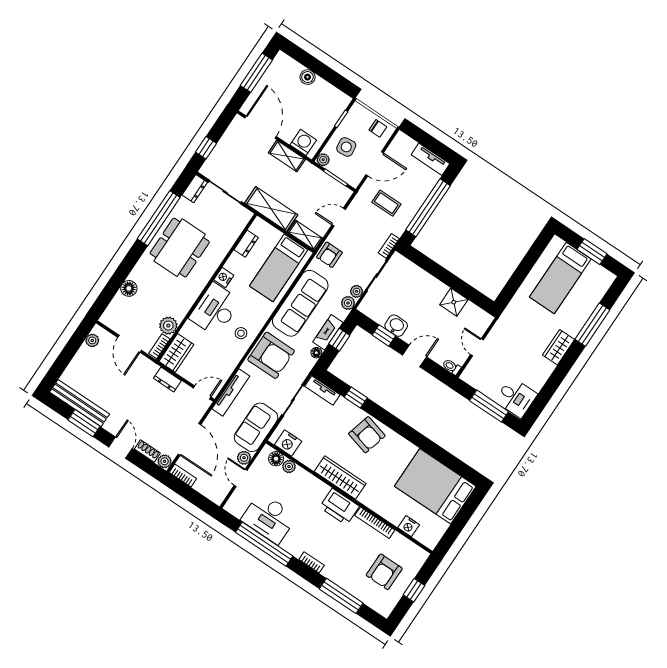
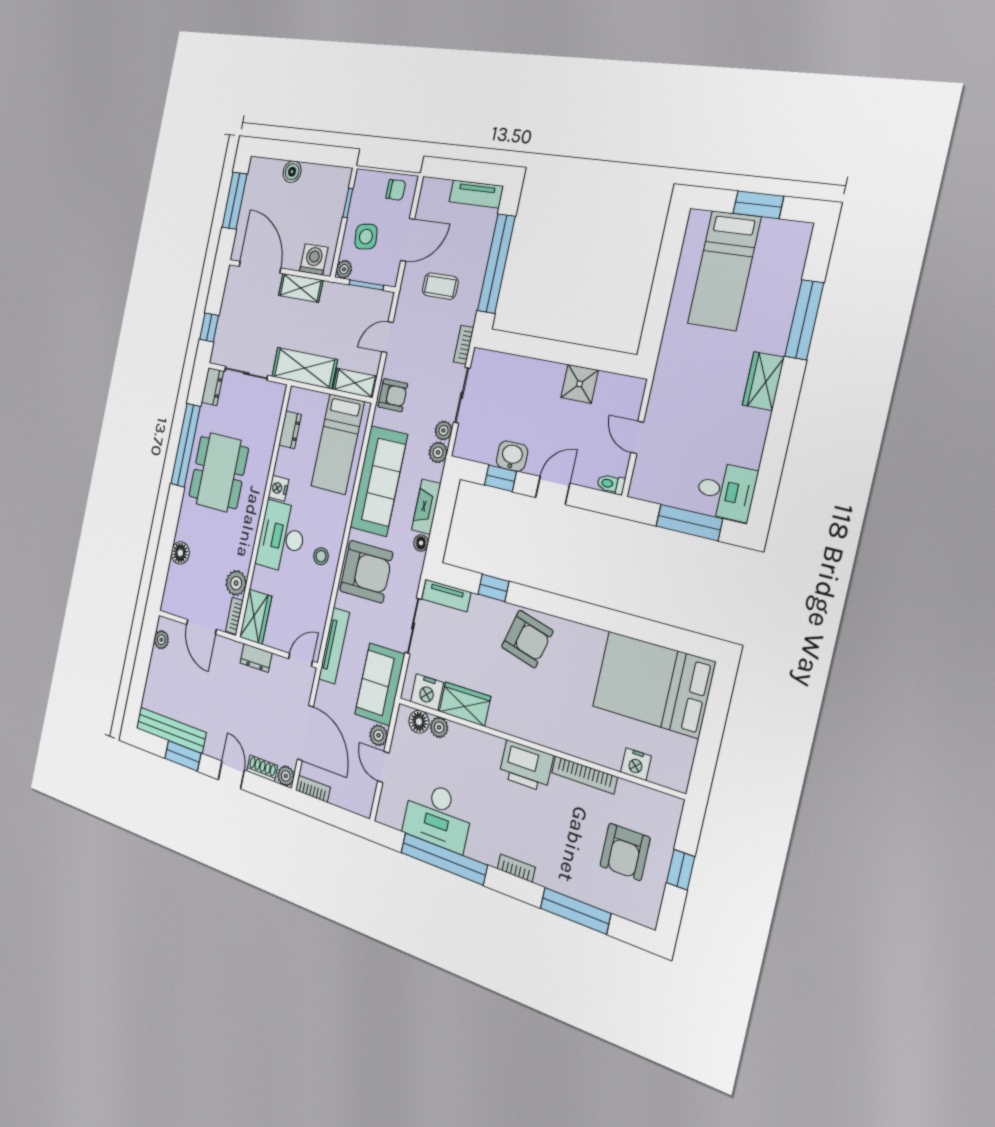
armchair: (329, 255) -> (393, 395), turned -90
window: (339, 340) -> (444, 511), removed
wardrobe: (340, 478) -> (465, 704), moved, width x0.67

